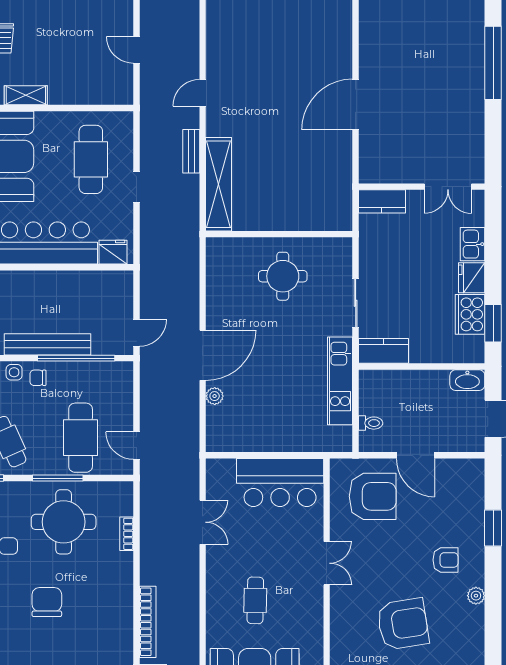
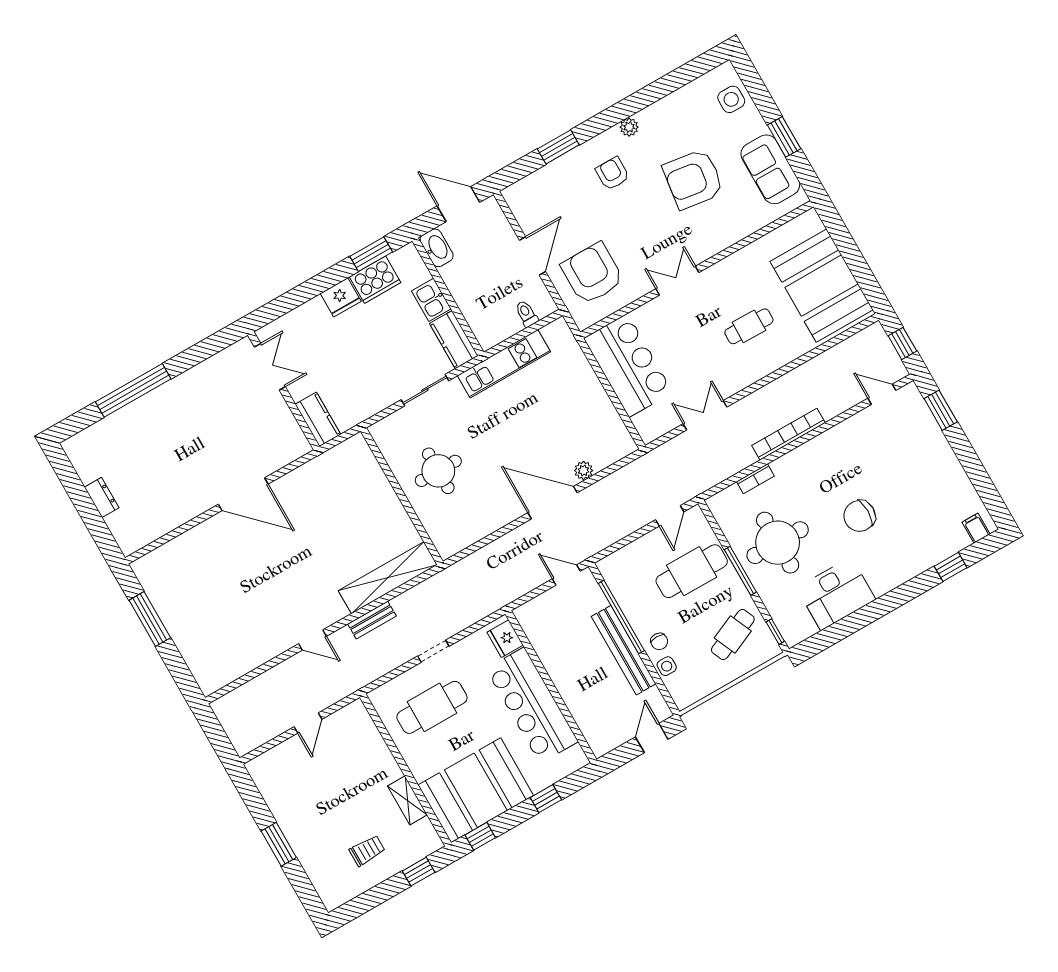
kitchen sink: (473, 244) -> (431, 300), moved, turned 90
bookcase: (148, 622) -> (788, 434), moved
armchair: (403, 624) -> (693, 179), turned -73

